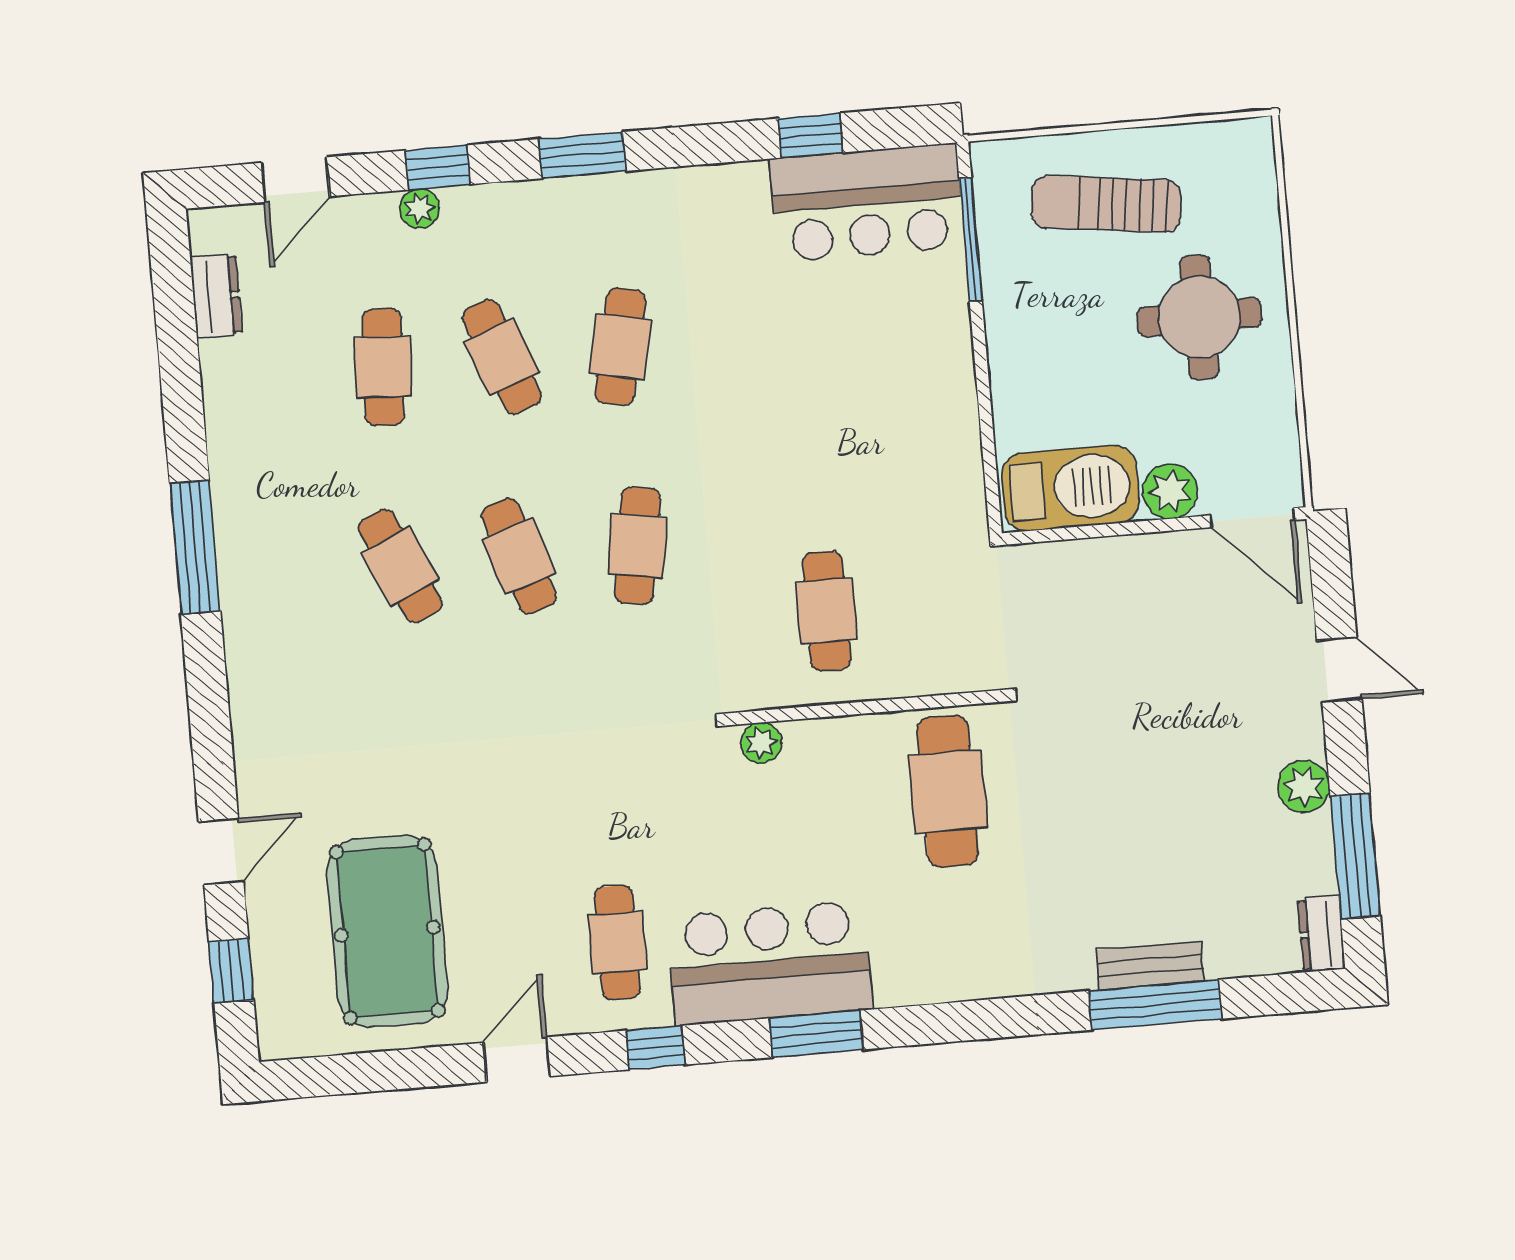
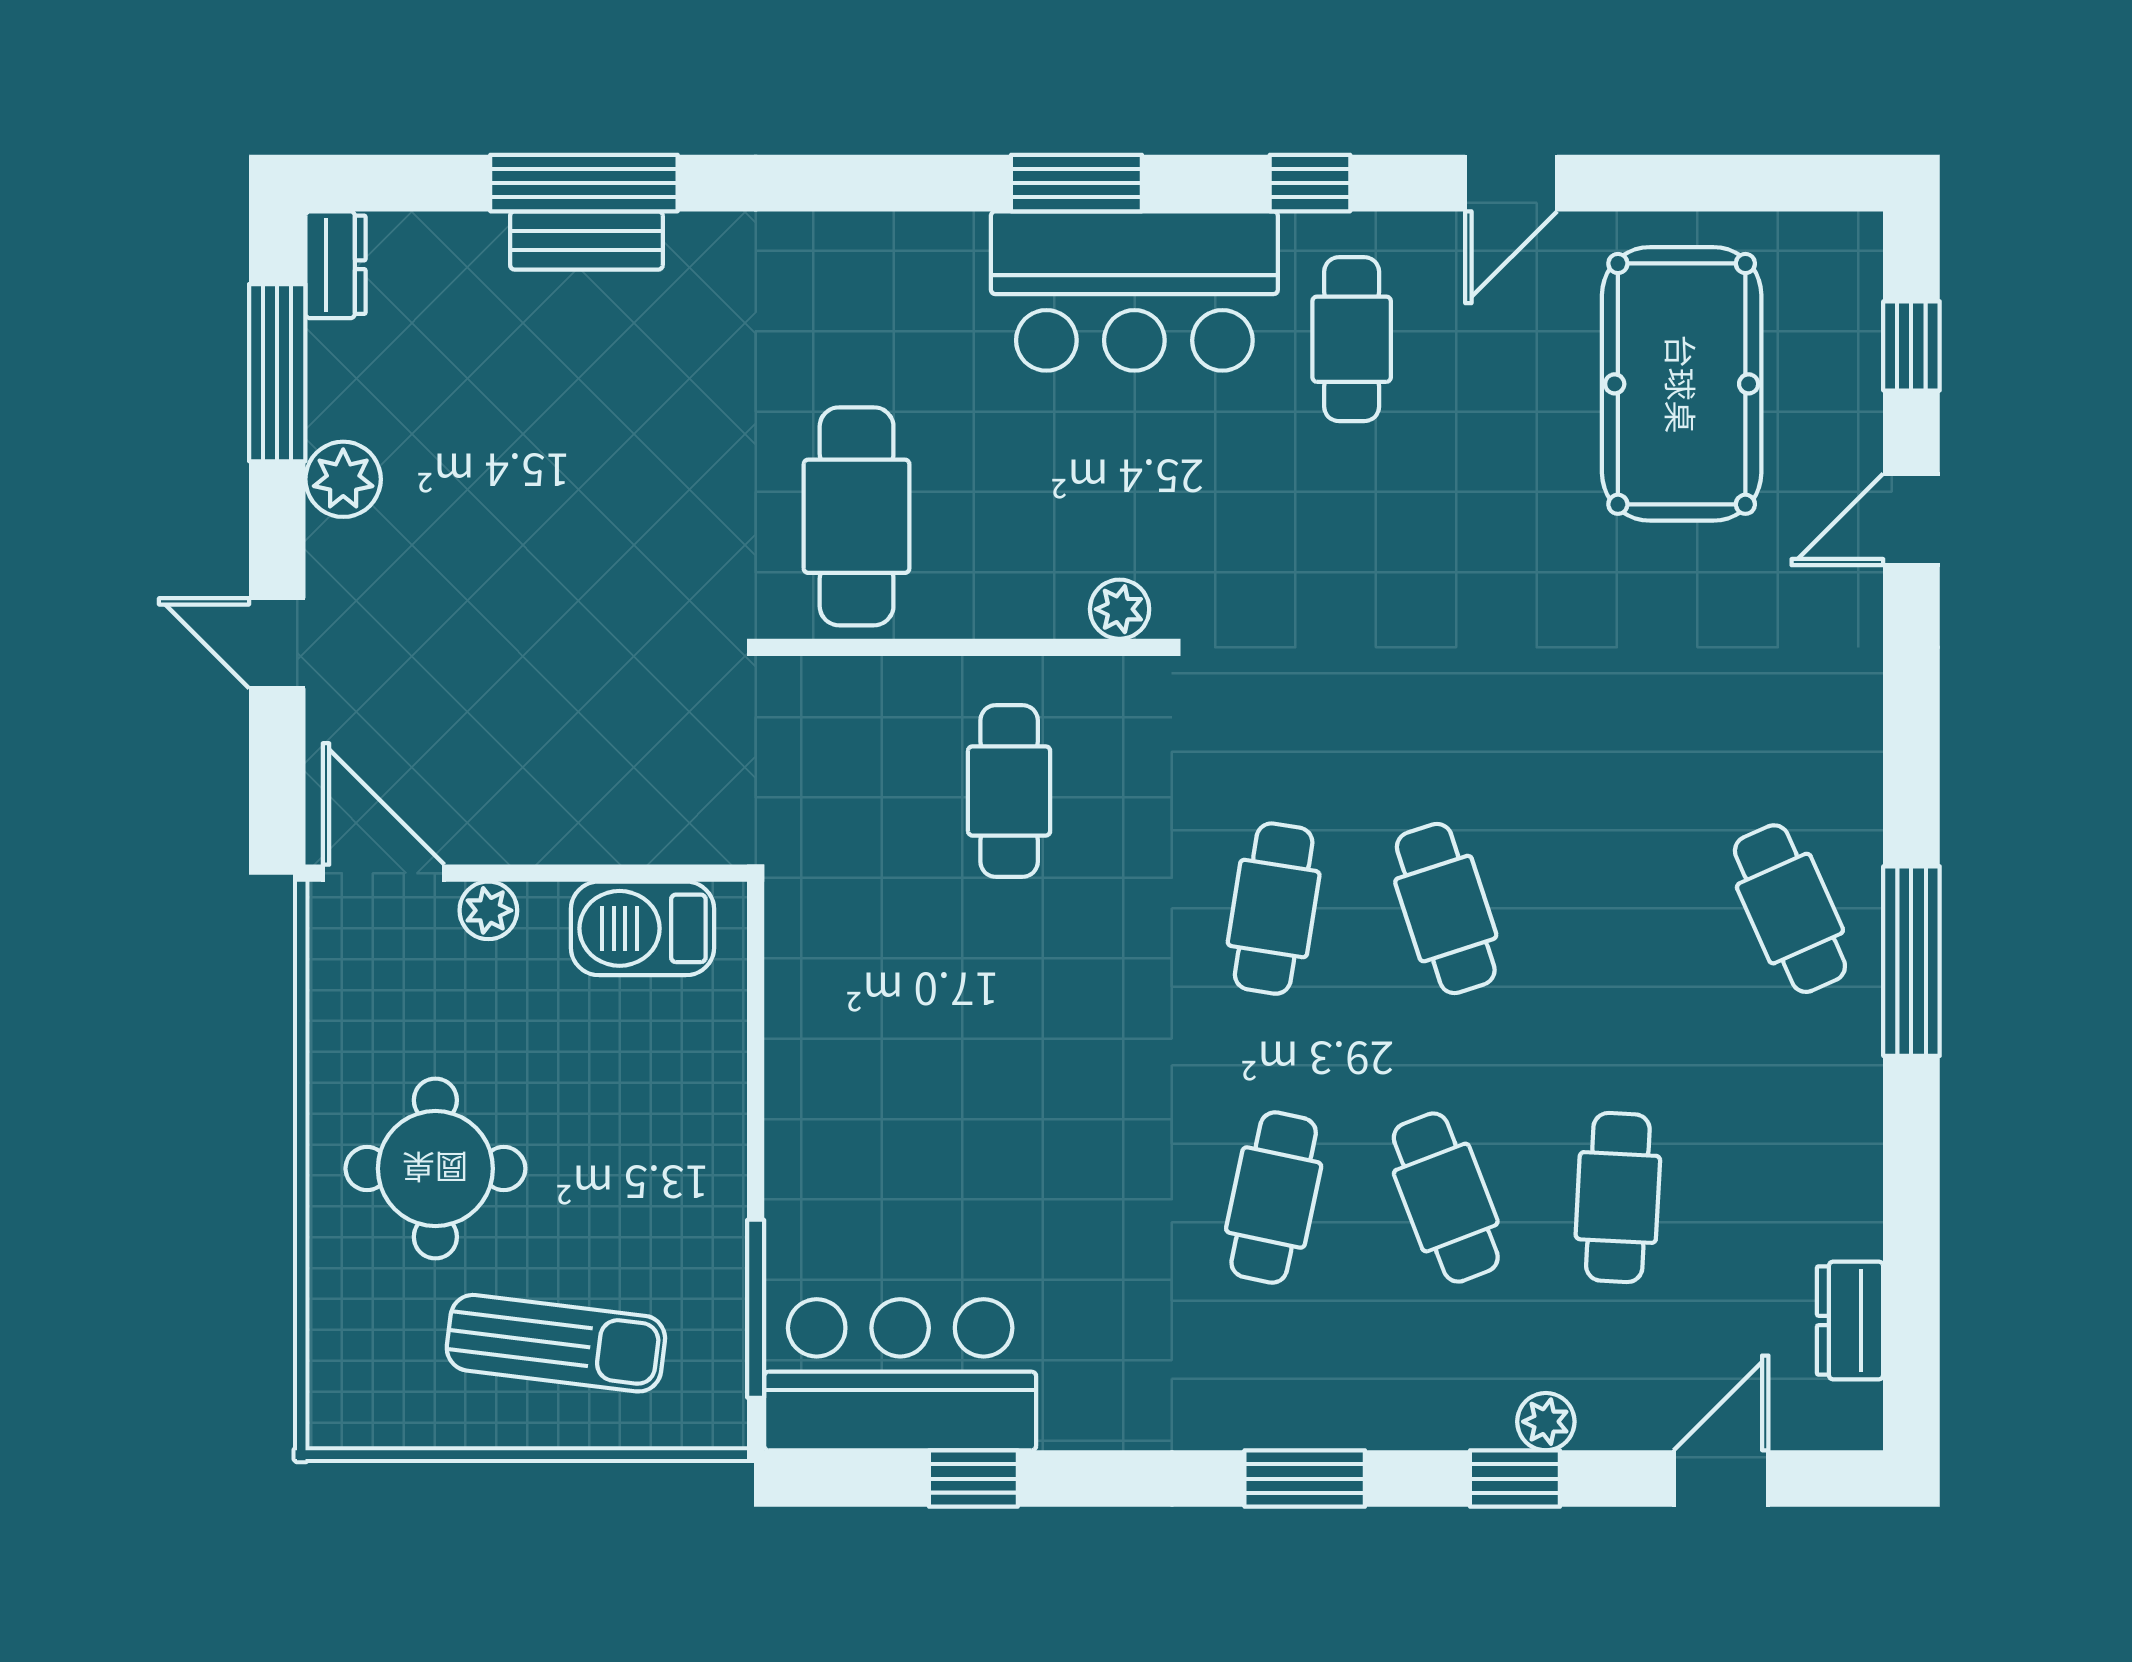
barbecue: (1070, 488) -> (643, 928), width x0.73, depth x0.83
plant: (1170, 491) -> (488, 910), width x0.73, depth x0.73
cafe table: (400, 566) -> (1790, 909), moved

